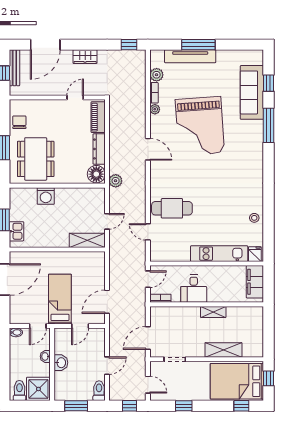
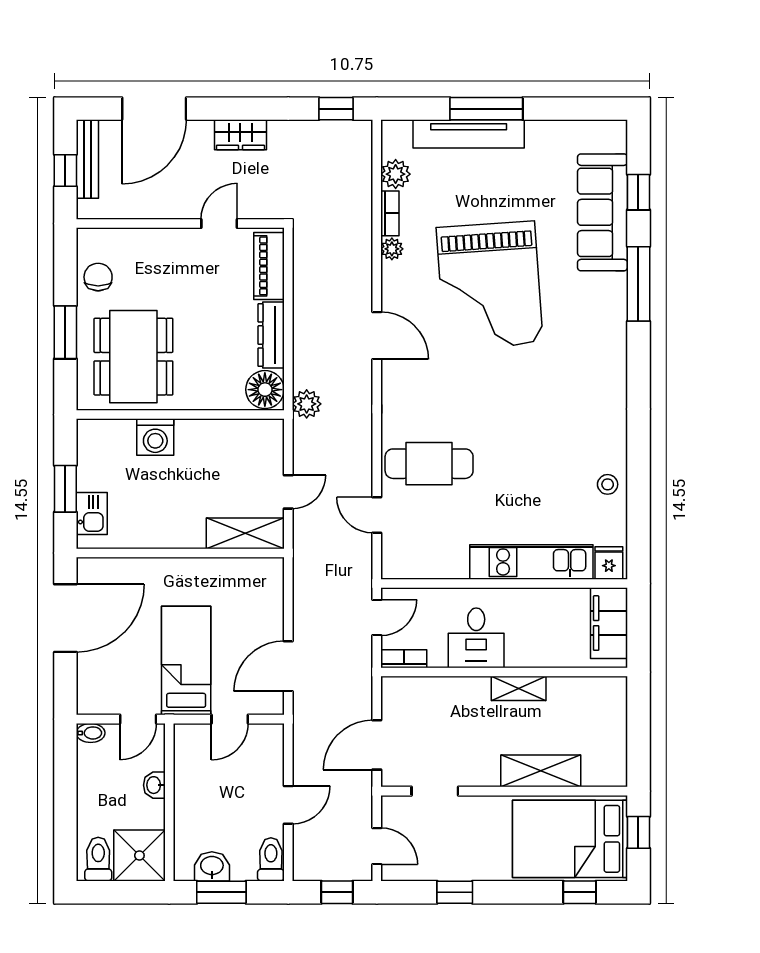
washbasin: (61, 363) -> (212, 866), moved, turned -90

